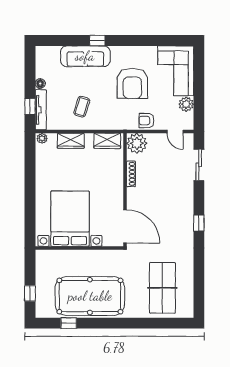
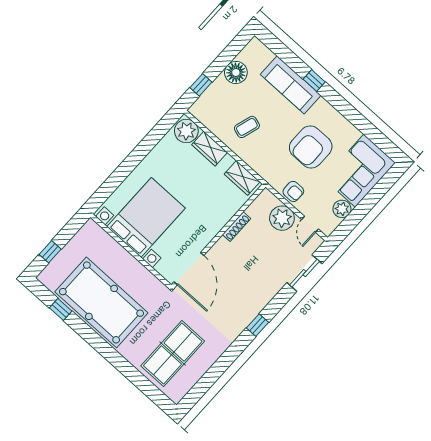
floor lamp: (40, 84) -> (236, 72), width x1.89, depth x1.89
tv unit: (41, 110) -> (208, 97), removed
armchair: (146, 121) -> (293, 191), turned 180
plant: (42, 138) -> (186, 131), width x1.87, depth x1.87
plant: (137, 143) -> (282, 218), moved

